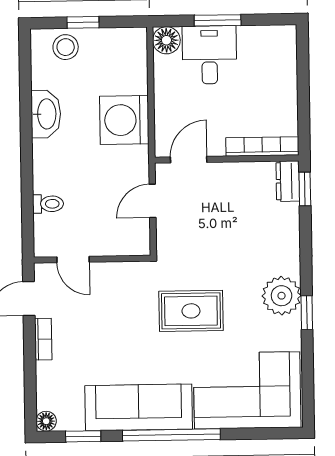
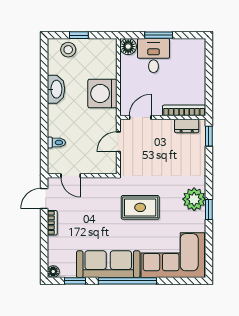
dresser: (288, 181) -> (187, 126), moved, turned -90

